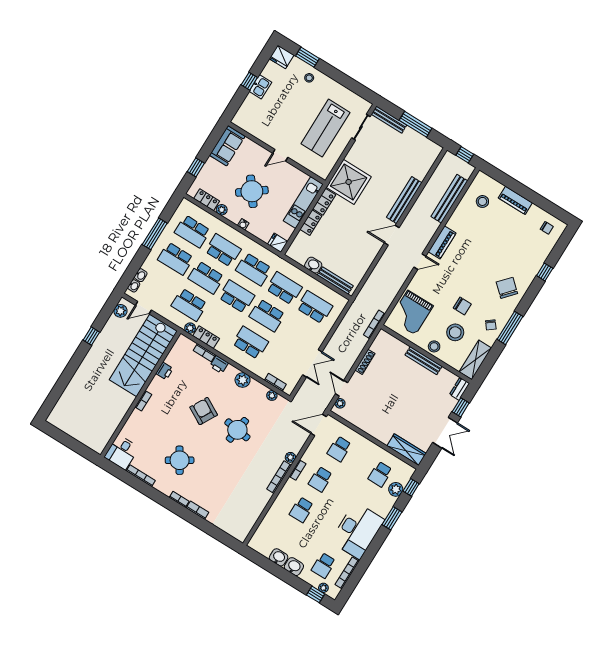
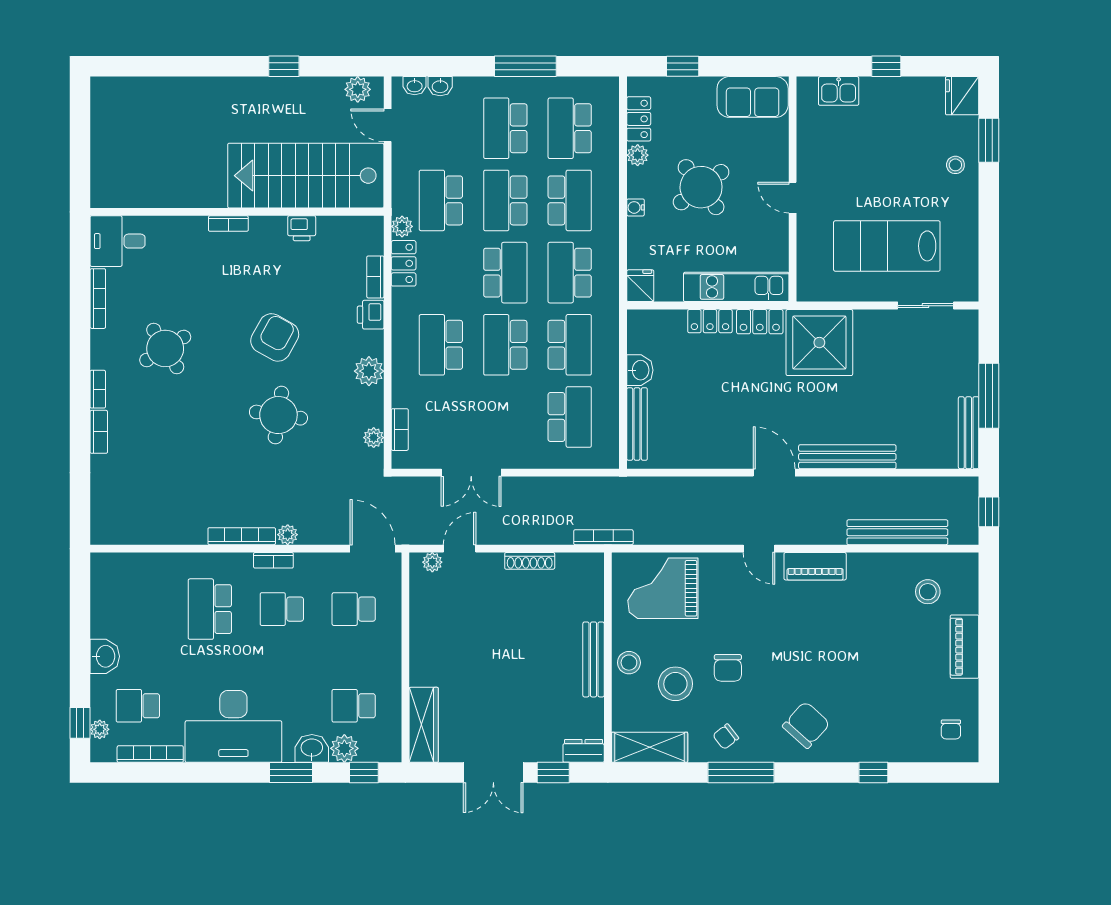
kitchen sink: (260, 87) -> (839, 91), moved
bench: (389, 120) -> (969, 433), moved
school desk: (250, 343) -> (441, 345), turned 180
school desk: (302, 510) -> (210, 609), width x1.85
washbasin: (279, 557) -> (312, 748), moved, turned -90

